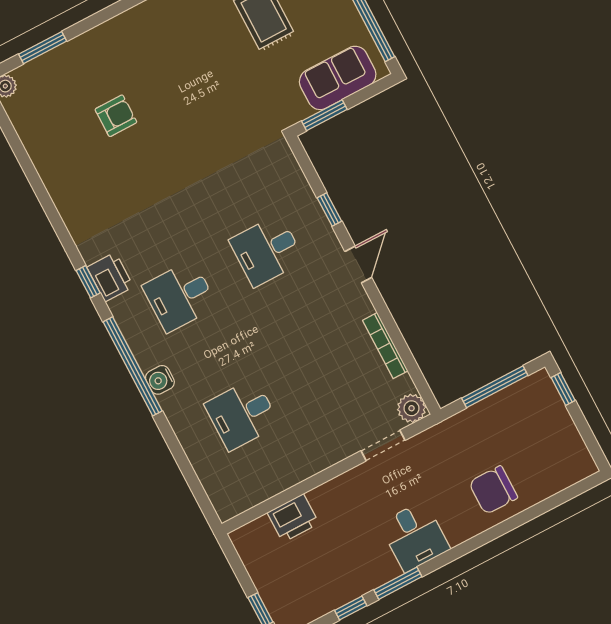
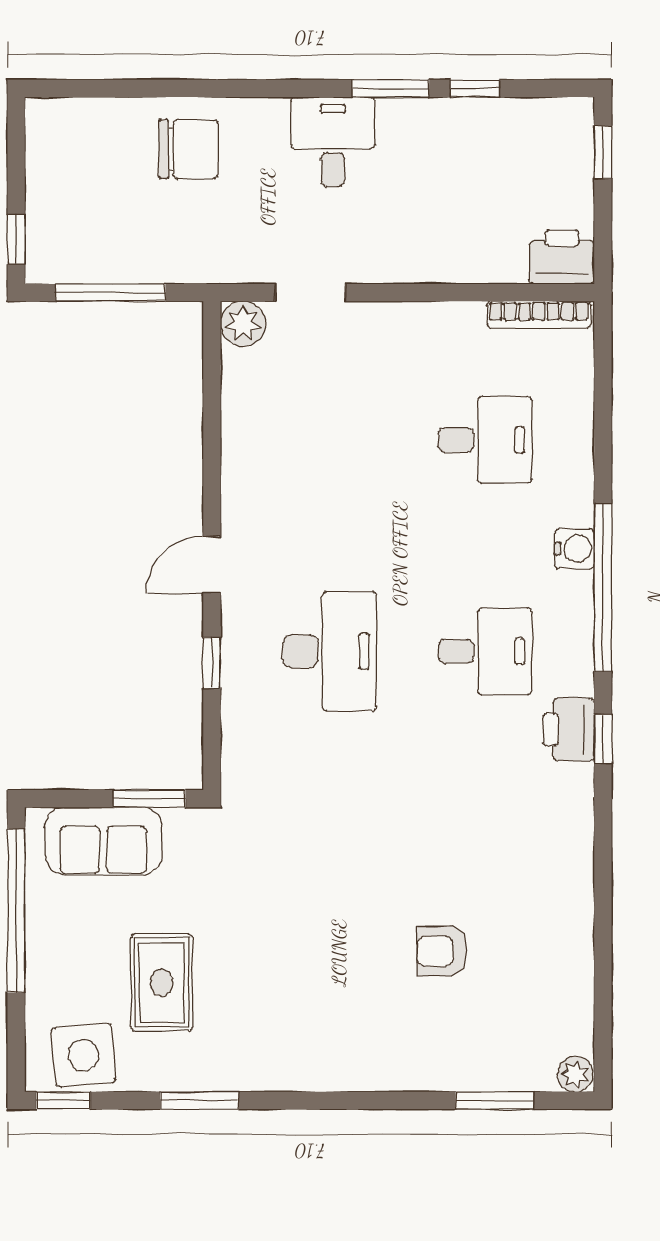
desk: (267, 251) -> (330, 651), width x1.37
bookcase: (385, 346) -> (539, 314), moved, turned 90
printer: (293, 518) -> (562, 257), moved

